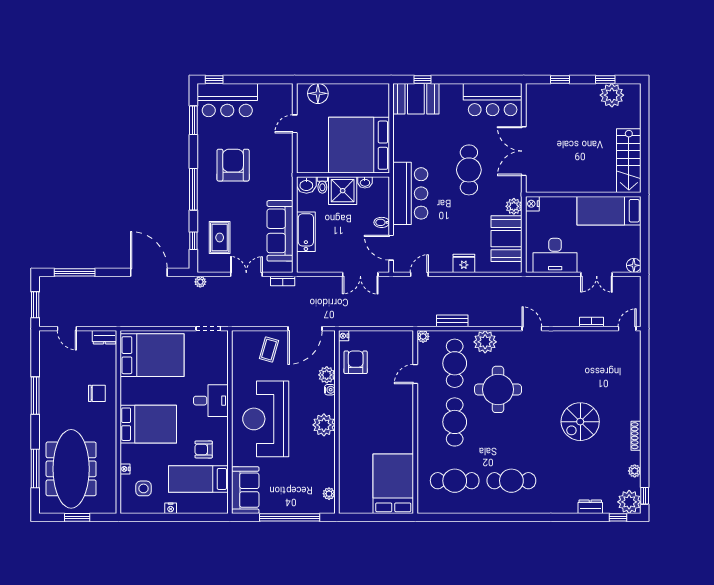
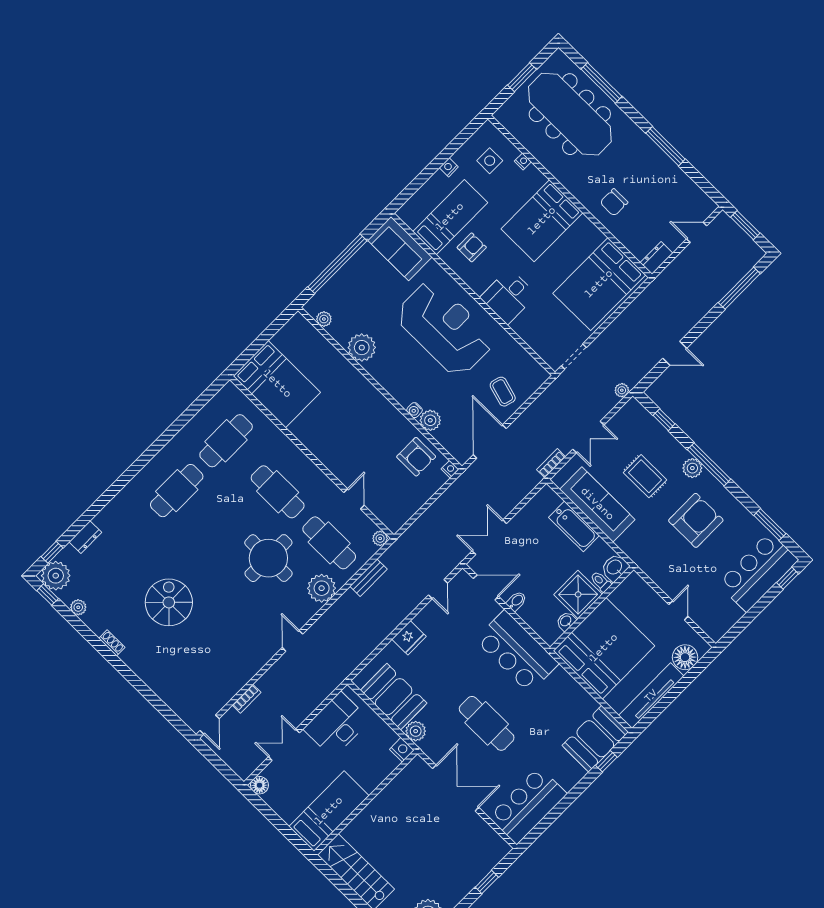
tv unit: (359, 91) -> (651, 696), added
armchair: (233, 165) -> (696, 520), turned -90
plant: (205, 197) -> (692, 468), added
rug: (220, 238) -> (645, 476), moved
door: (149, 272) -> (675, 353), width x0.53
door: (532, 329) -> (293, 641), swing flipped
plant: (324, 425) -> (362, 348), moved
shoe rack: (636, 436) -> (112, 643), width x0.70

